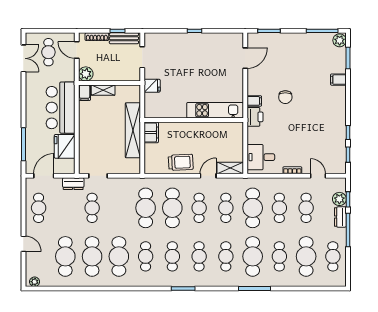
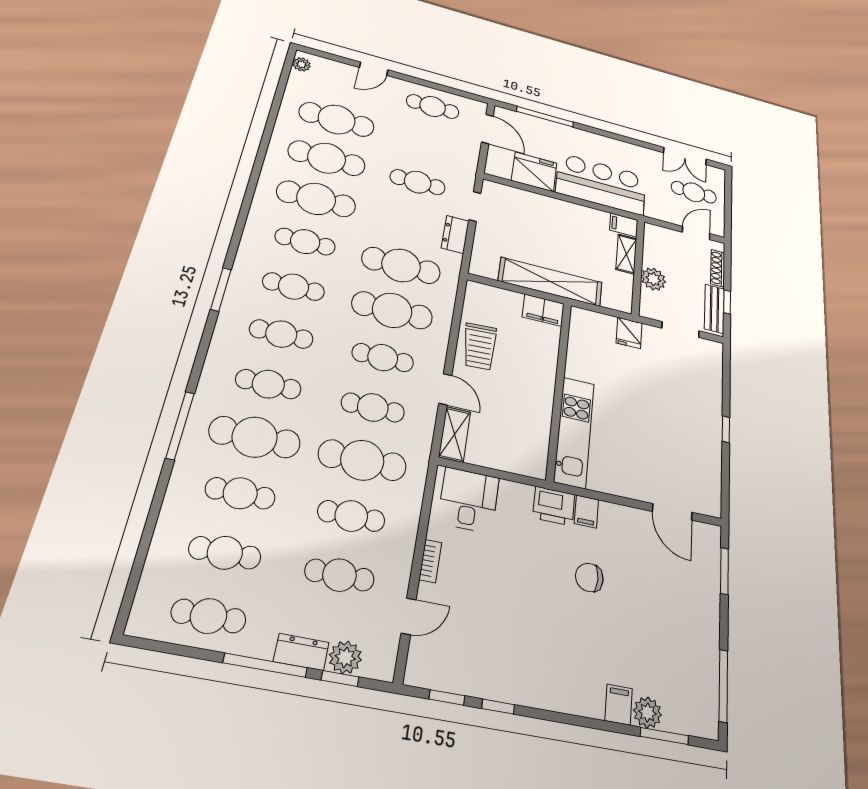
plant: (340, 40) -> (647, 713), moved
plant: (86, 74) -> (653, 279), moved
dresser: (73, 184) -> (455, 234), moved
cafe table: (306, 256) -> (225, 553), width x0.73, depth x0.74

